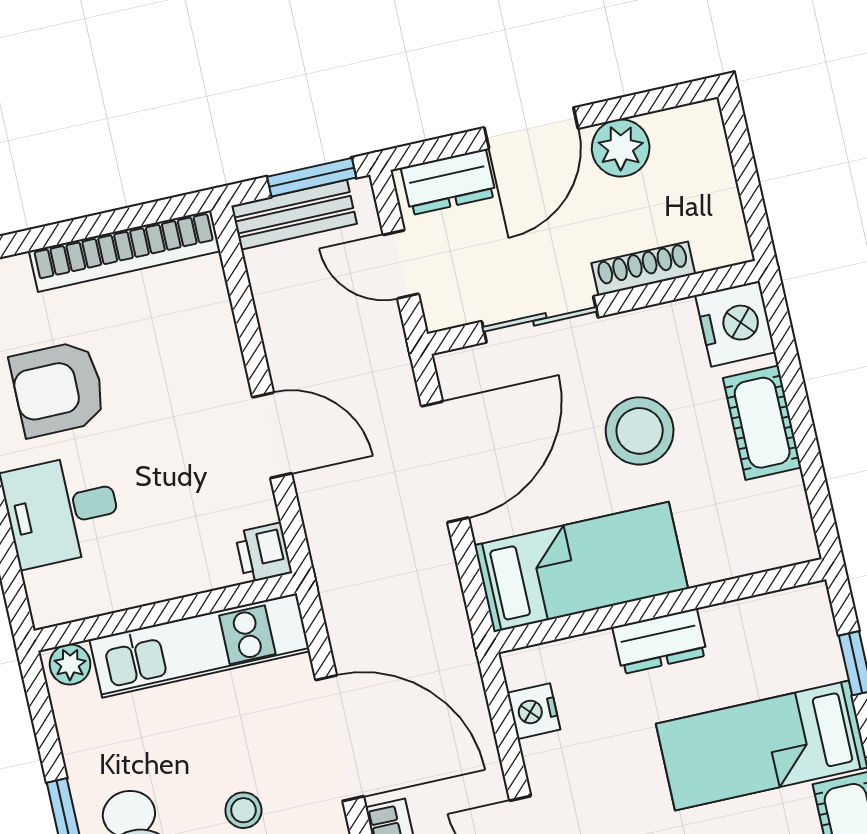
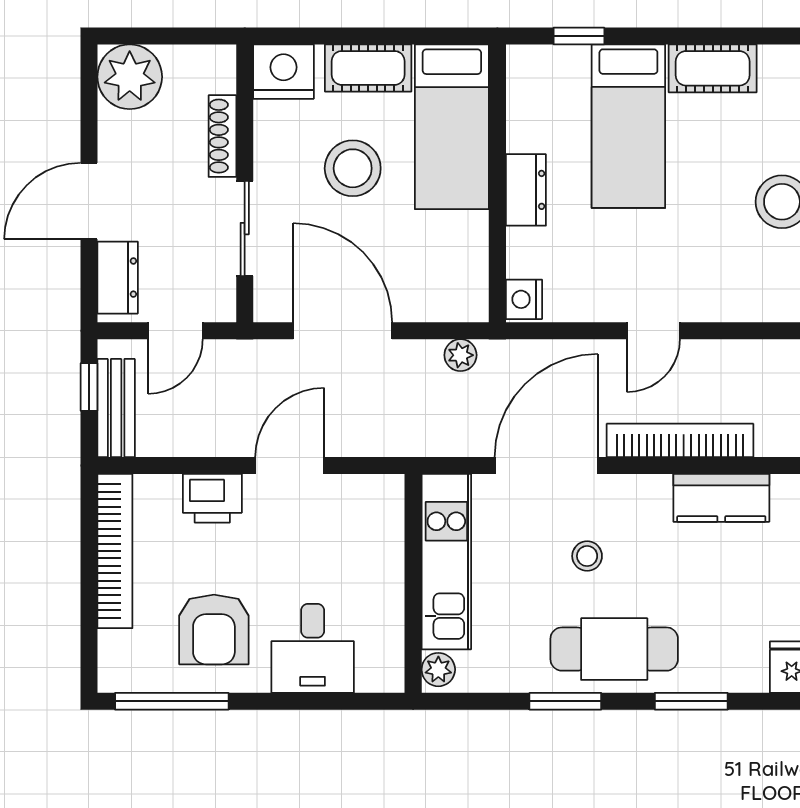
door: (531, 128) -> (89, 201), swing flipped
plant: (621, 148) -> (130, 77), moved, width x1.36, depth x1.36
window: (312, 177) -> (89, 387), width x0.67
printer: (263, 553) -> (212, 498), moved, width x1.36, depth x1.24
bed: (581, 567) -> (452, 127), moved, turned 180
plant: (447, 608) -> (460, 355), added
nightstand: (534, 711) -> (524, 299), moved, turned 90

